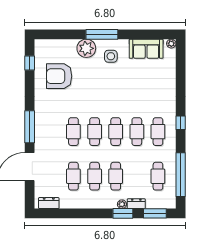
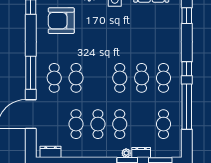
window: (181, 71) -> (187, 16), added
cafe table: (95, 132) -> (54, 78), moved
window: (181, 175) -> (187, 107), moved

